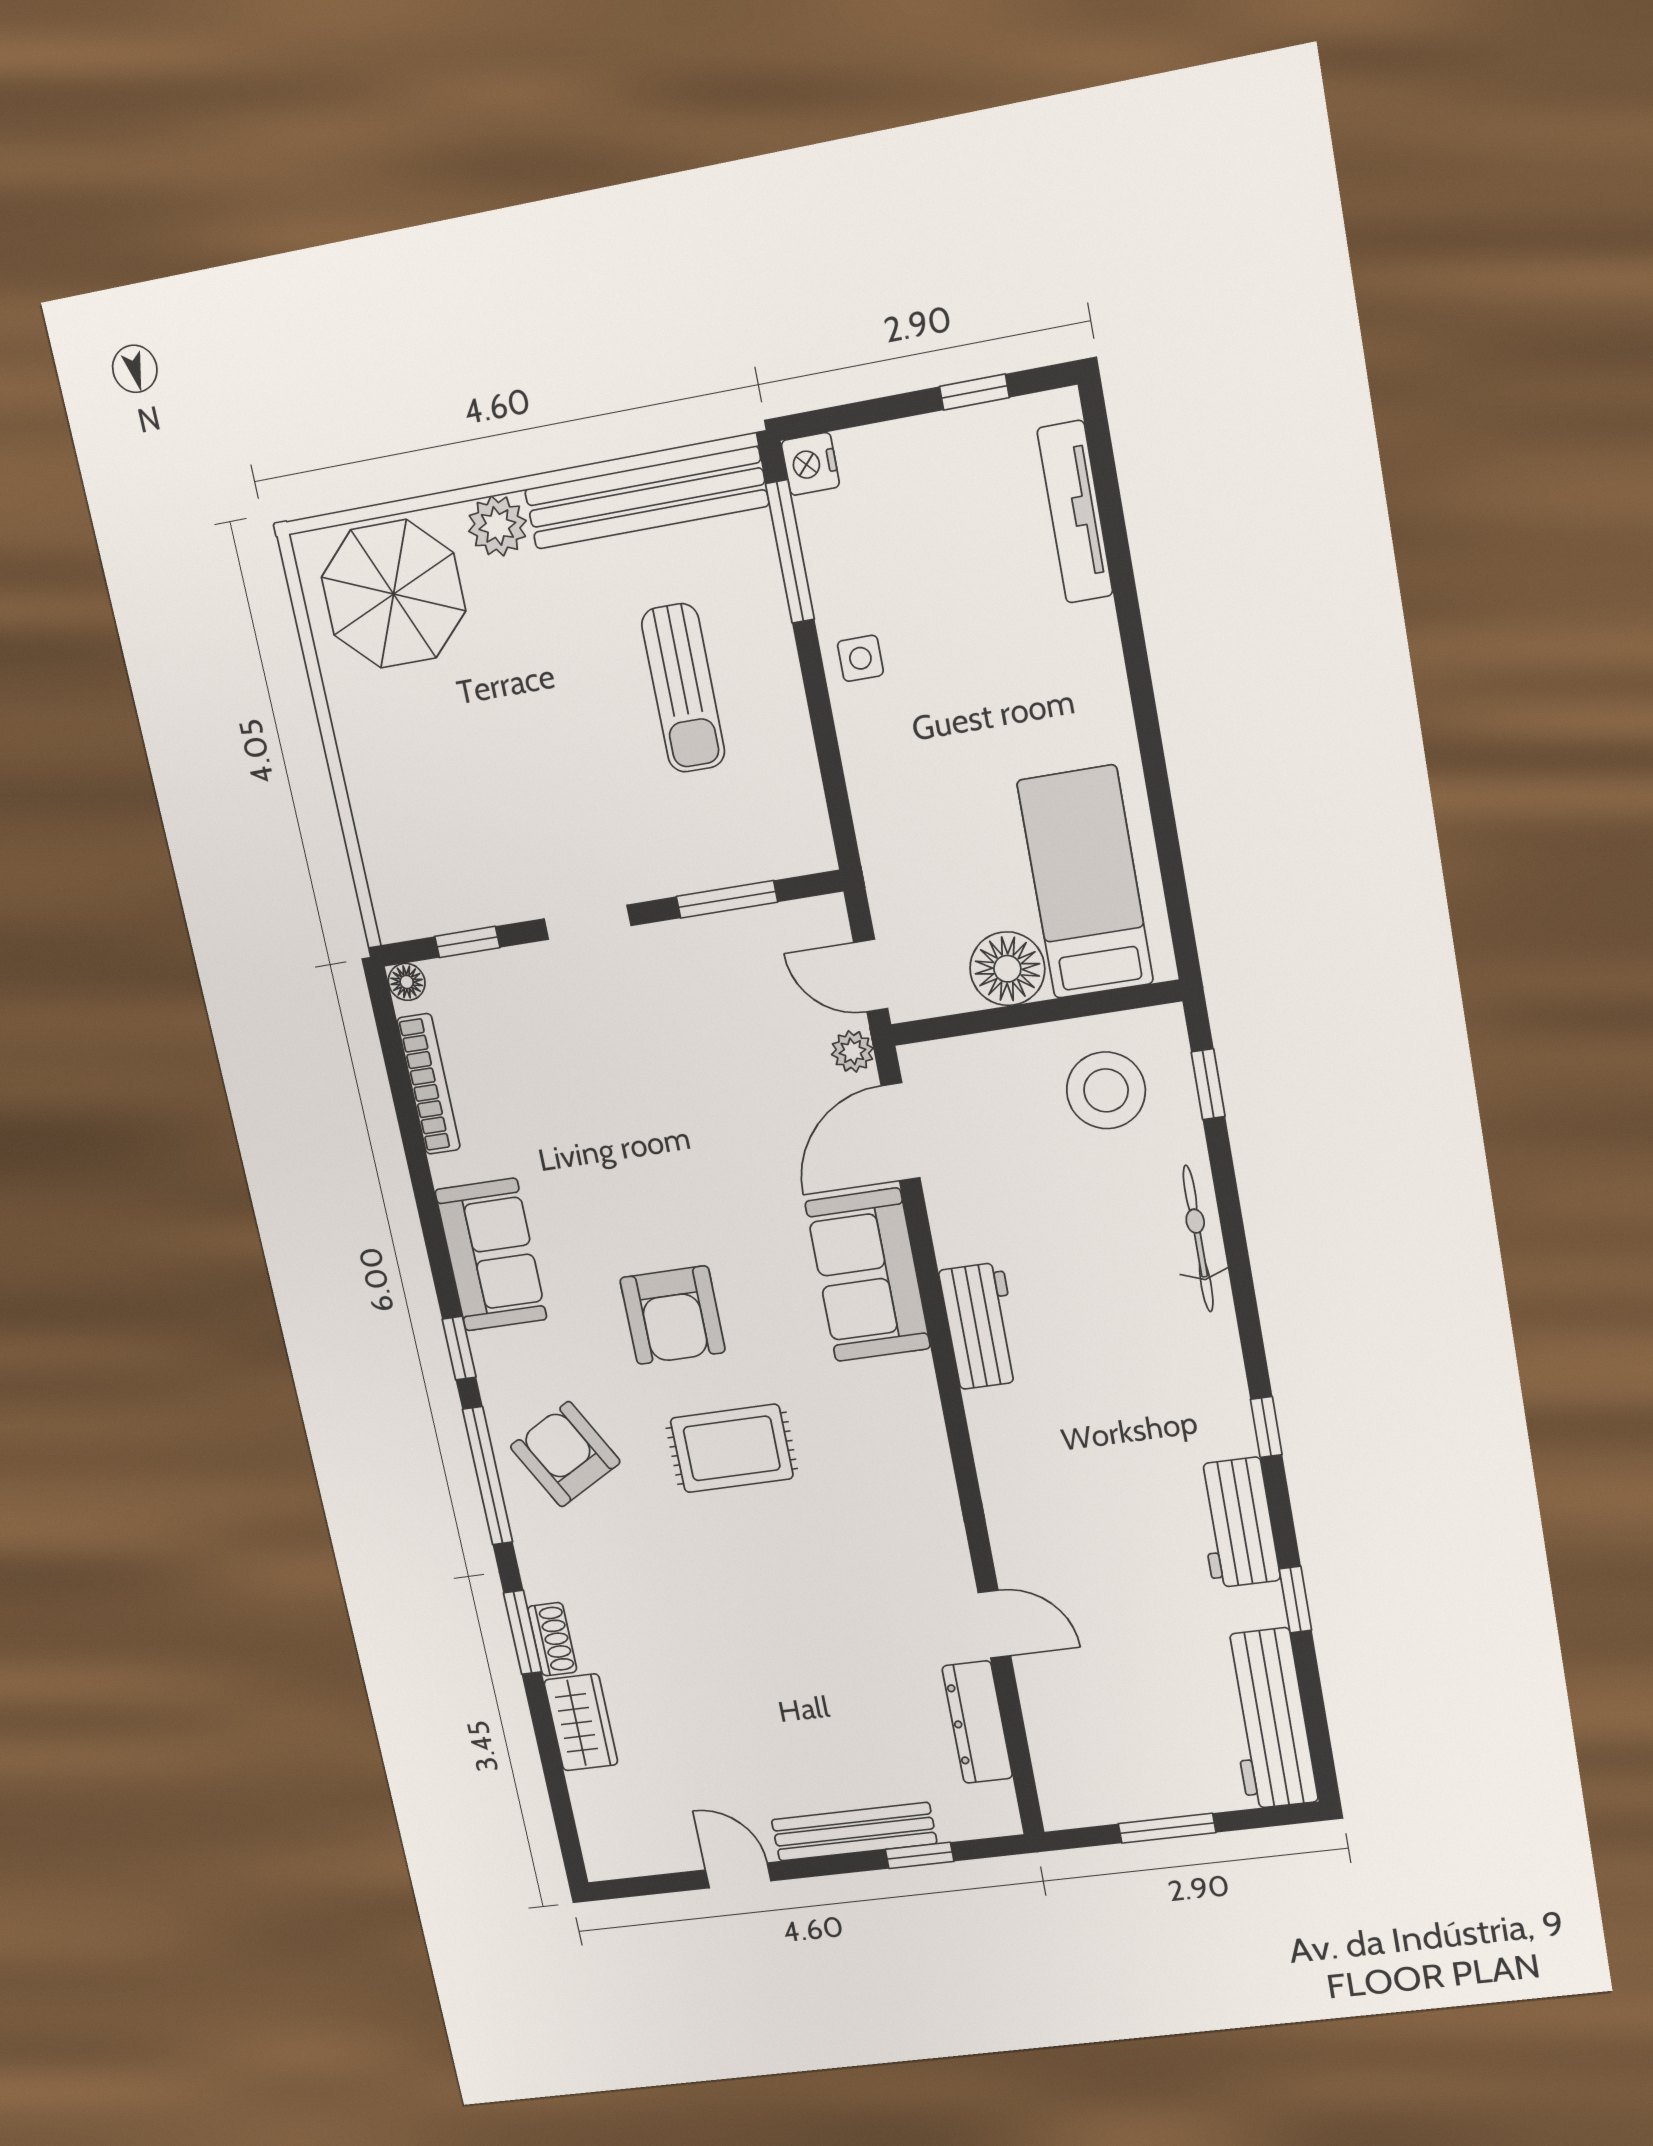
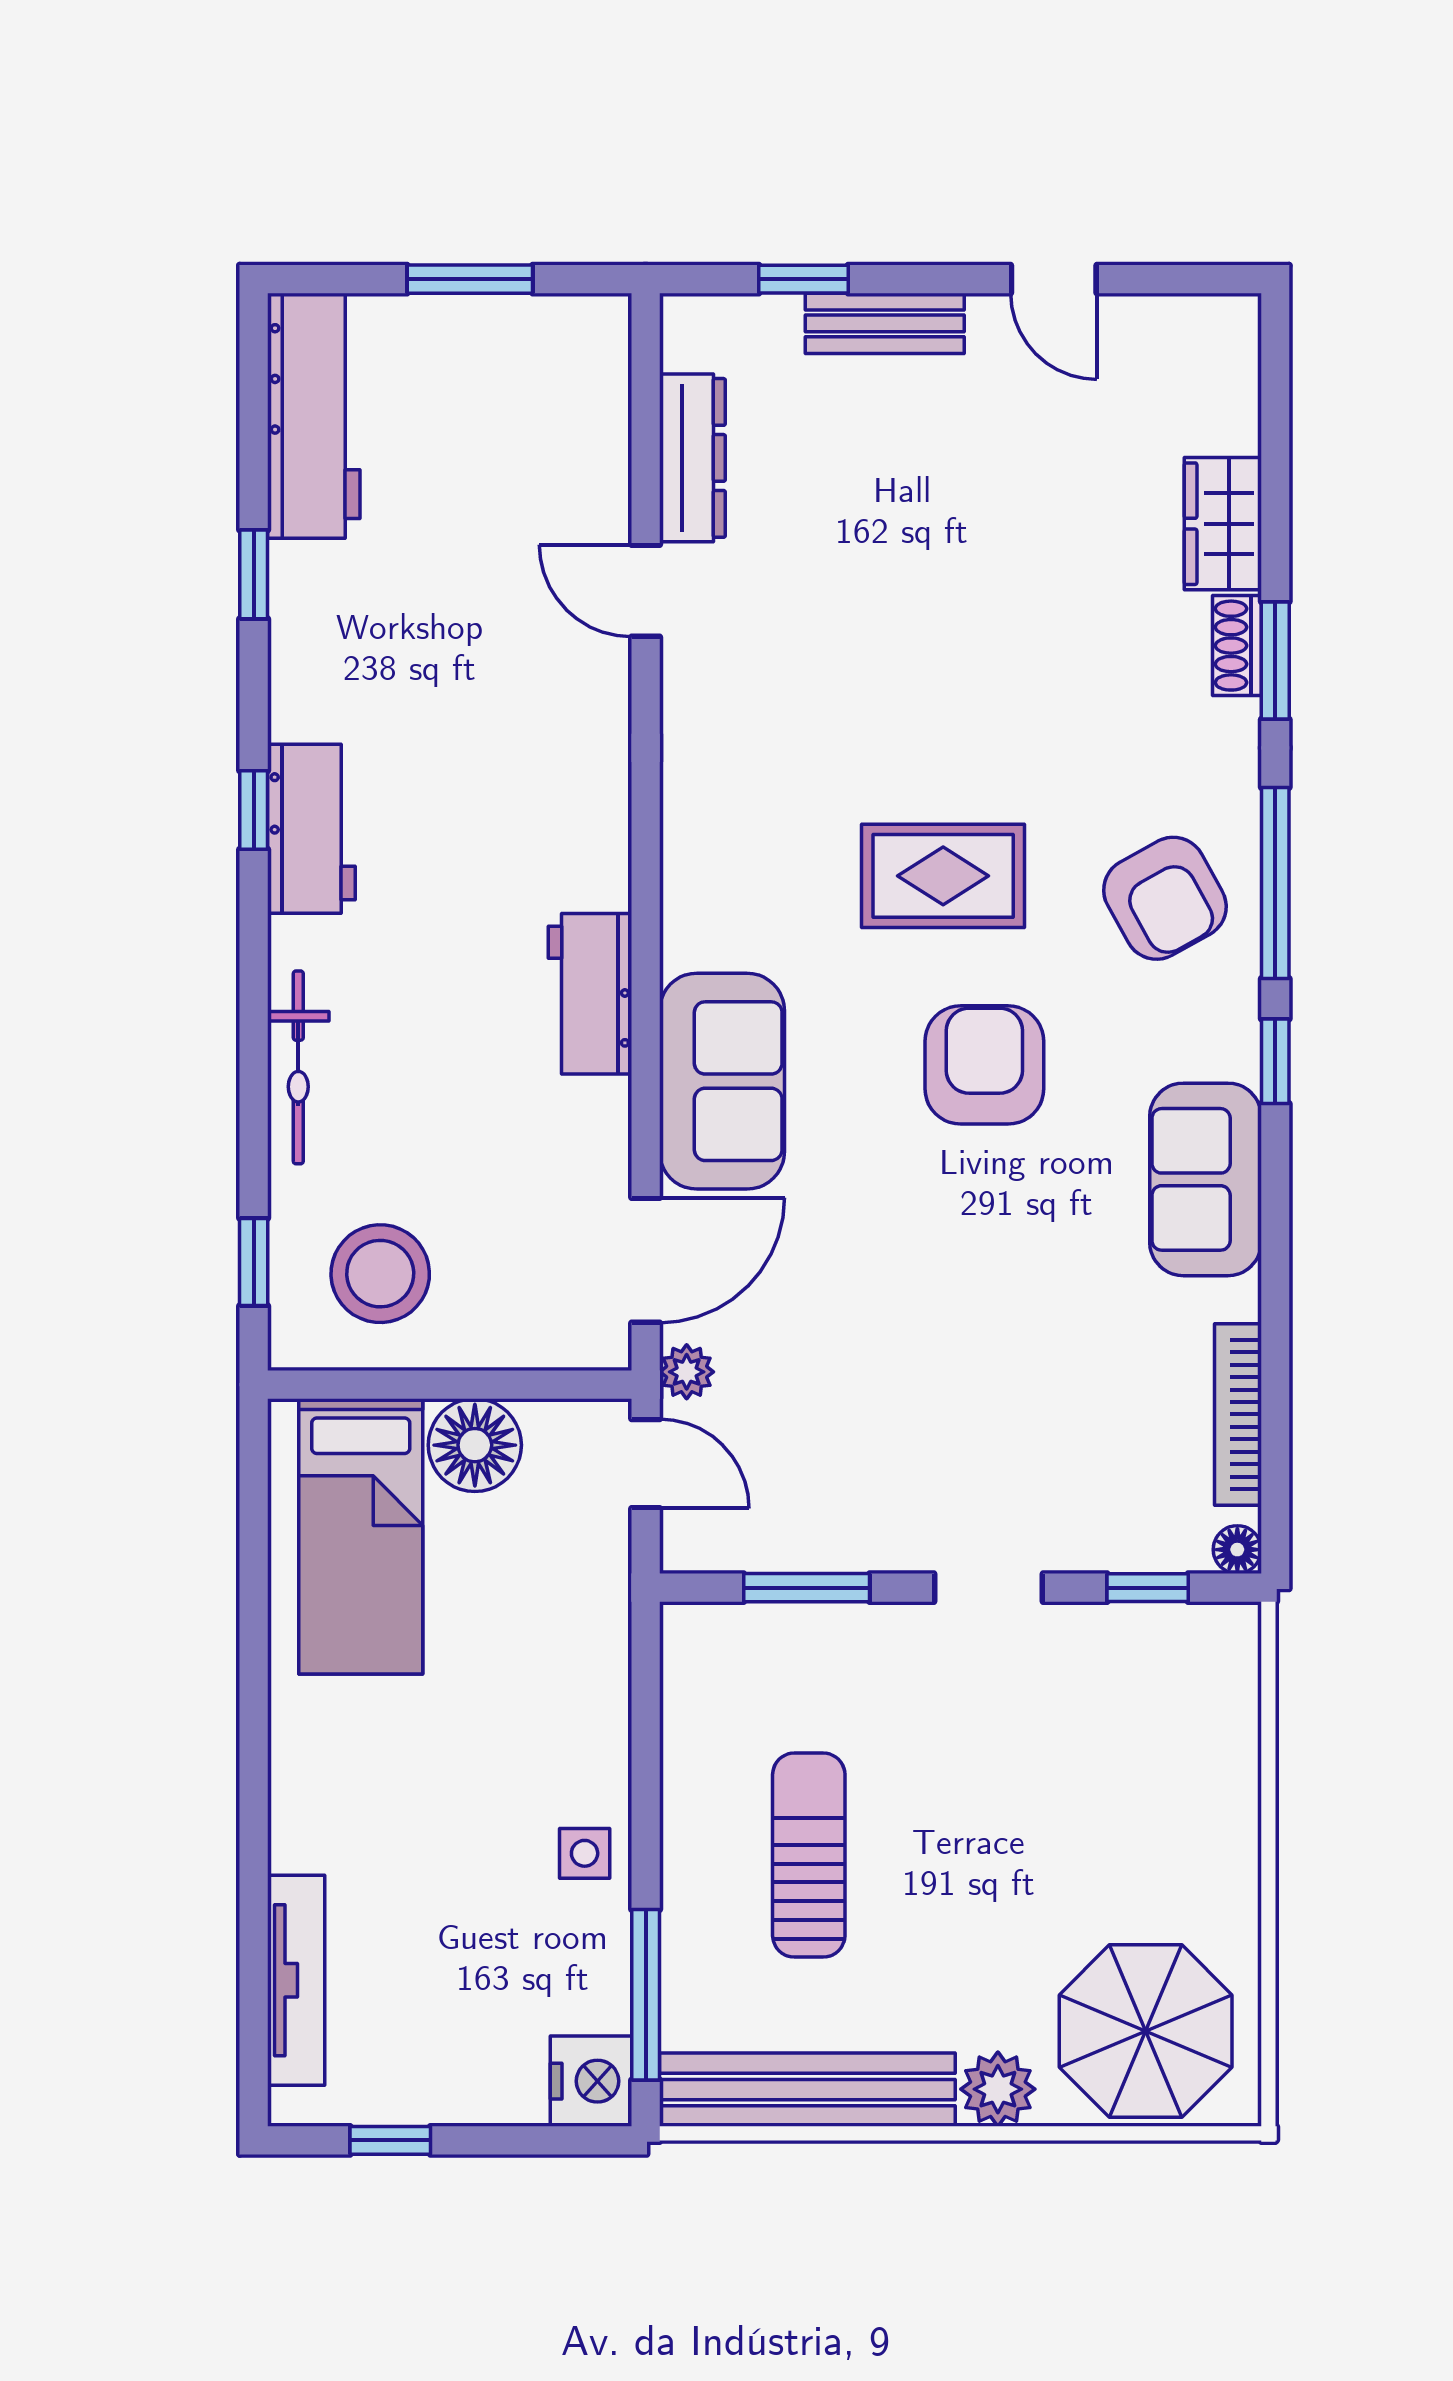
nightstand: (810, 464) -> (591, 2081), width x1.36, depth x1.33
workbench: (1237, 1523) -> (311, 829), moved
bench: (854, 1832) -> (885, 323), width x0.73

